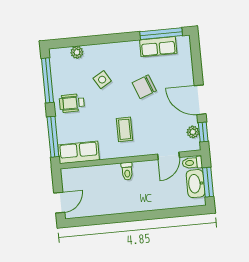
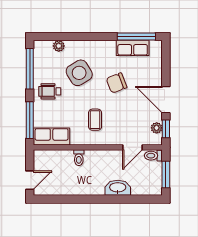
side table: (102, 80) -> (79, 73), width x1.87, depth x1.87
toilet: (127, 171) -> (79, 158), moved
washbasin: (196, 184) -> (118, 188), moved, turned 90

